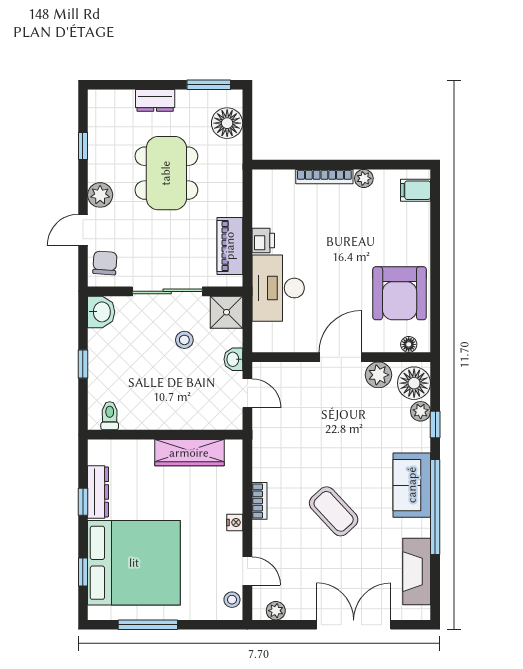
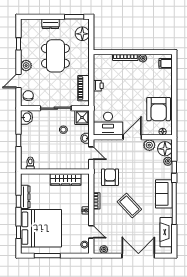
desk: (278, 288) -> (108, 124), moved, turned -90
armchair: (290, 447) -> (110, 177), added

